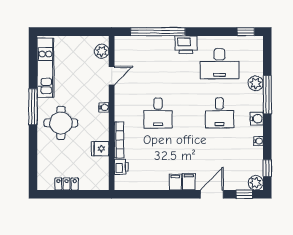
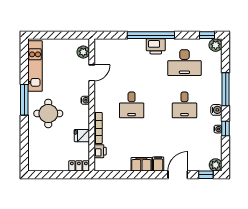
window: (158, 32) -> (151, 35), moved
plant: (256, 83) -> (216, 45), moved
window: (267, 168) -> (226, 129), moved
filing cabinet: (175, 182) -> (141, 164), width x2.00
locker: (67, 184) -> (79, 166), moved

